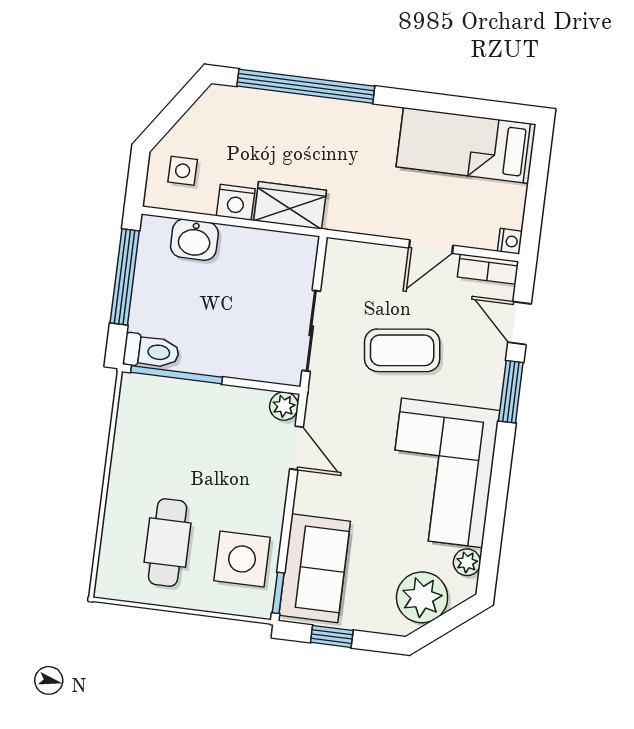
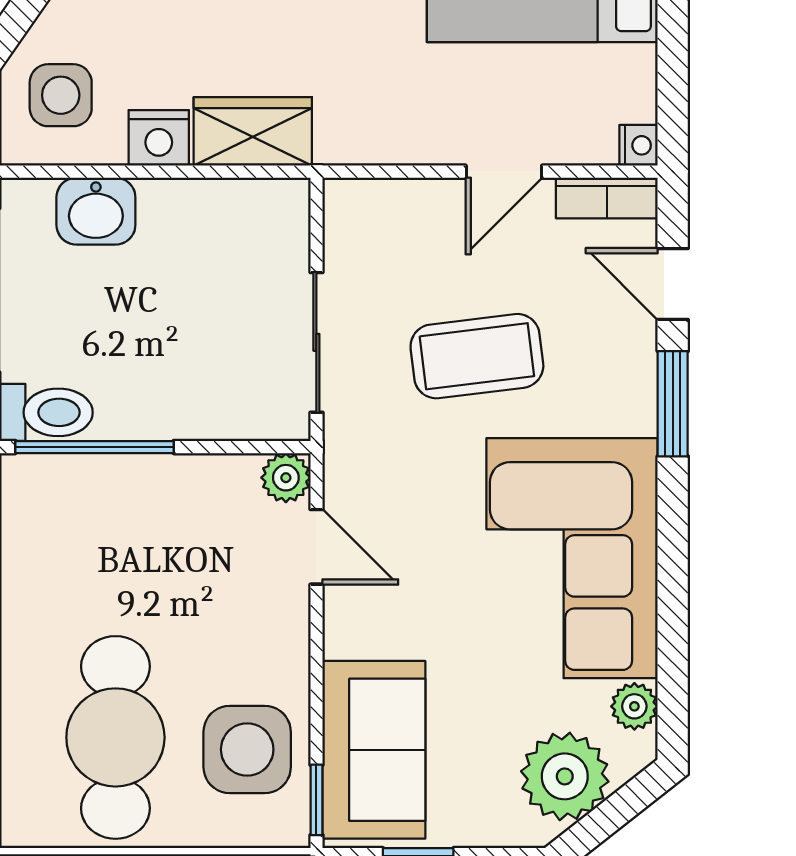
side table: (183, 171) -> (61, 95), width x1.37, depth x1.37
cafe table: (168, 543) -> (115, 737), width x1.37, depth x1.35

